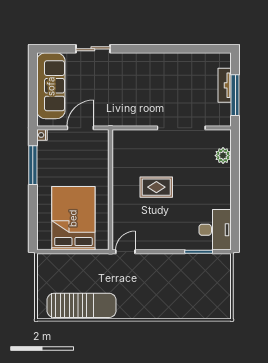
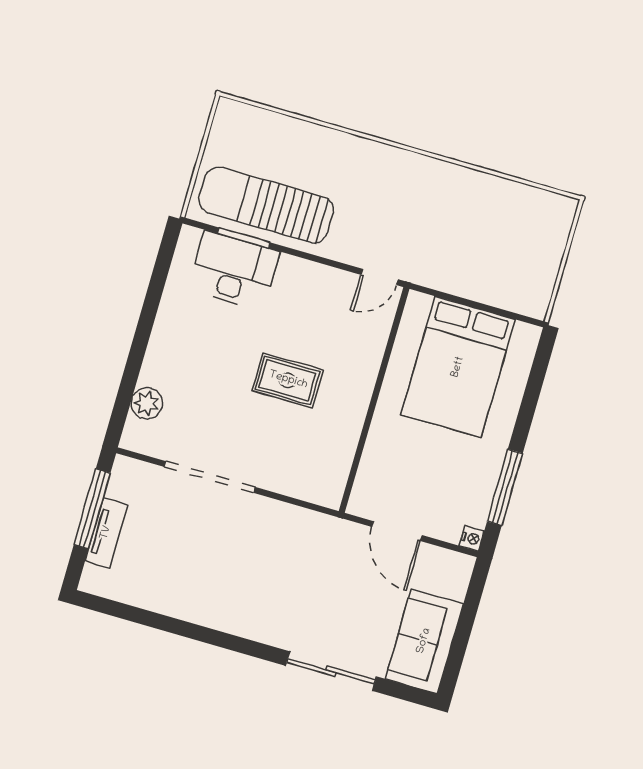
sliding door: (93, 49) -> (331, 671), width x1.37
sofa: (51, 86) -> (424, 641), width x0.73
door: (80, 128) -> (397, 531), hinge flipped
desk: (215, 230) -> (234, 270), moved, turned 90
sun lounger: (82, 305) -> (266, 205), moved

